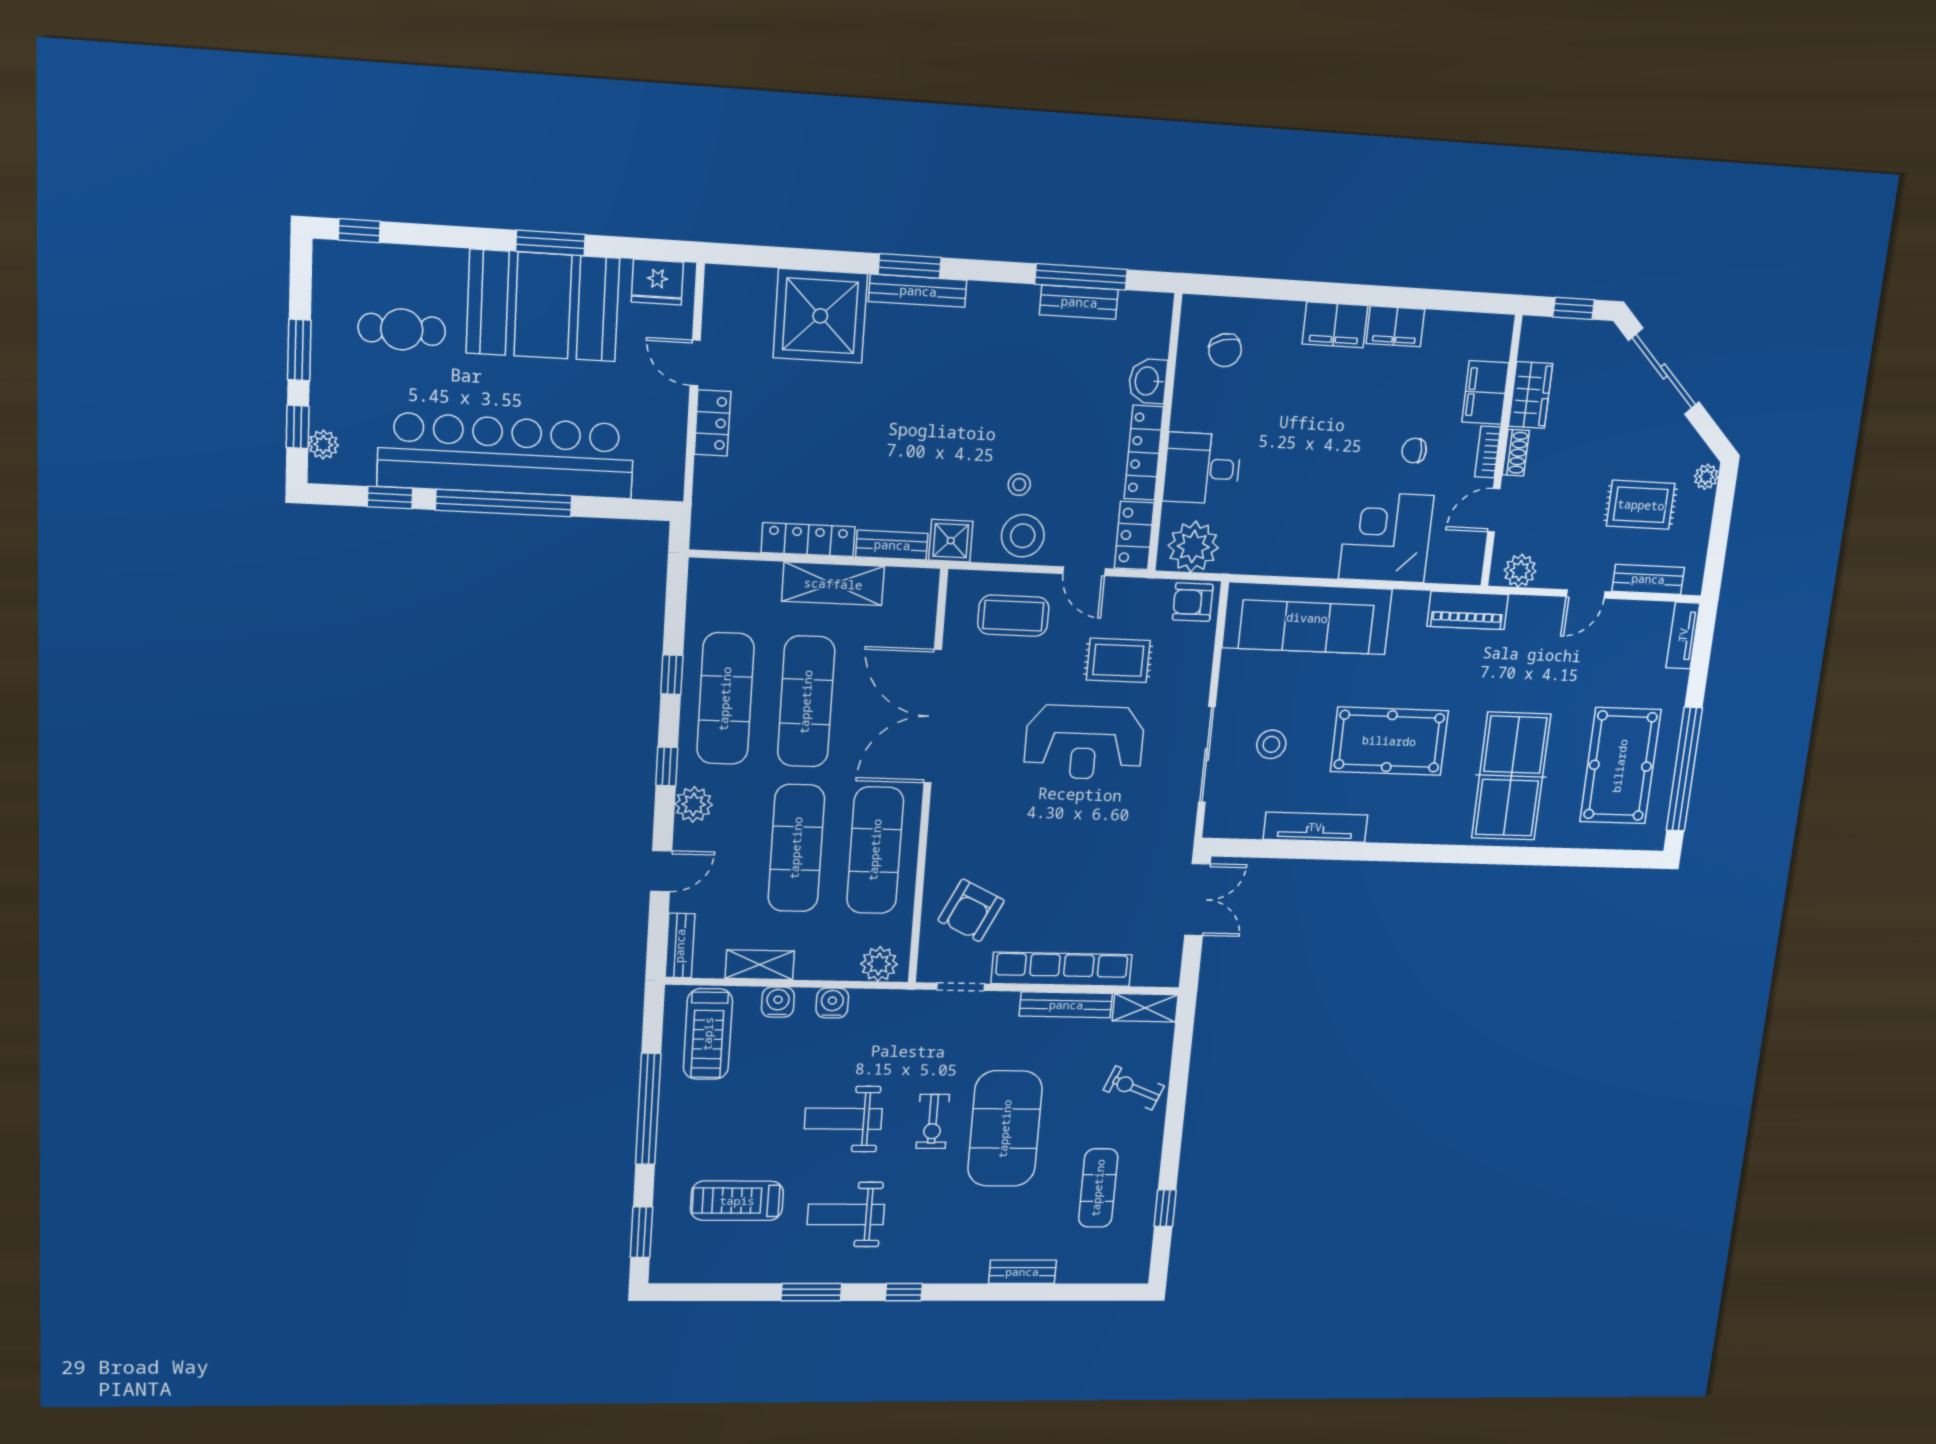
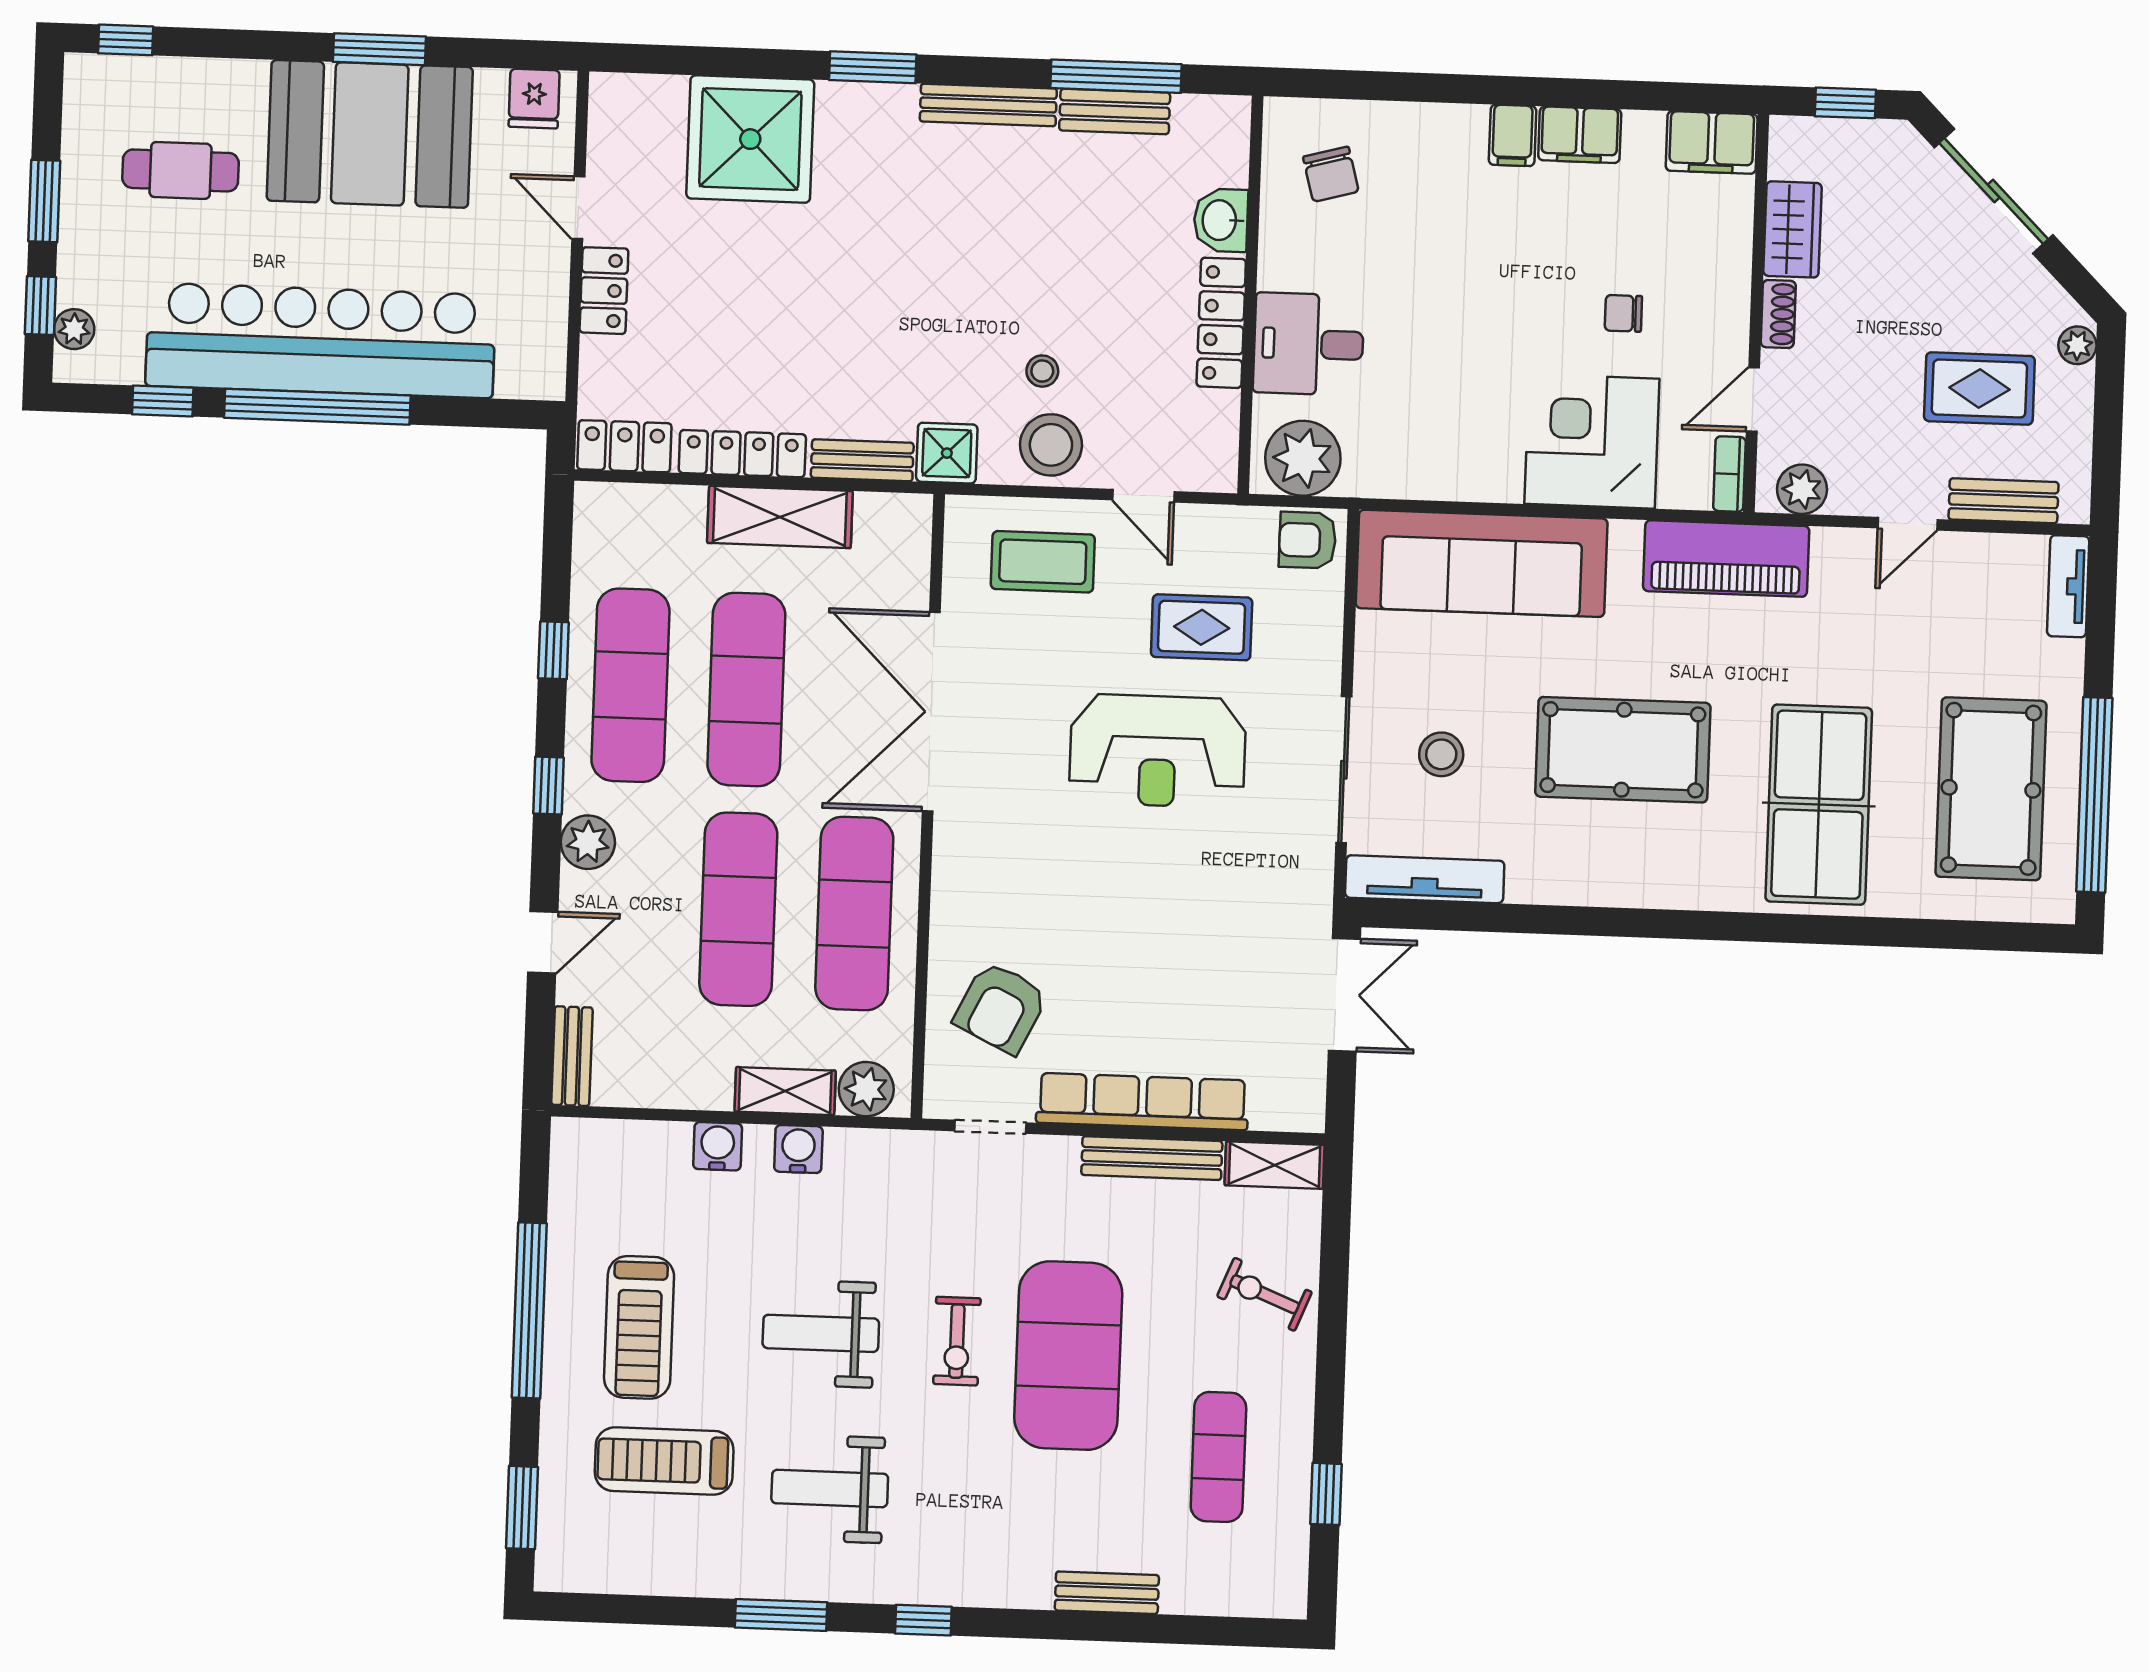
fridge: (657, 282) -> (534, 99), width x0.72
bench: (918, 291) -> (988, 105), moved
filing cabinet: (1335, 325) -> (1513, 135), width x0.50
filing cabinet: (1485, 392) -> (1712, 142), moved, turned -90
bookcase: (1488, 452) -> (1729, 474), moved
locker: (1134, 535) -> (624, 446), moved, turned 90
piano: (1468, 610) -> (1726, 559), width x1.37, depth x1.33
tv unit: (1315, 827) -> (1425, 879), moved
shelving: (760, 965) -> (785, 1091), moved
treadmill: (708, 1034) -> (639, 1327), moved

